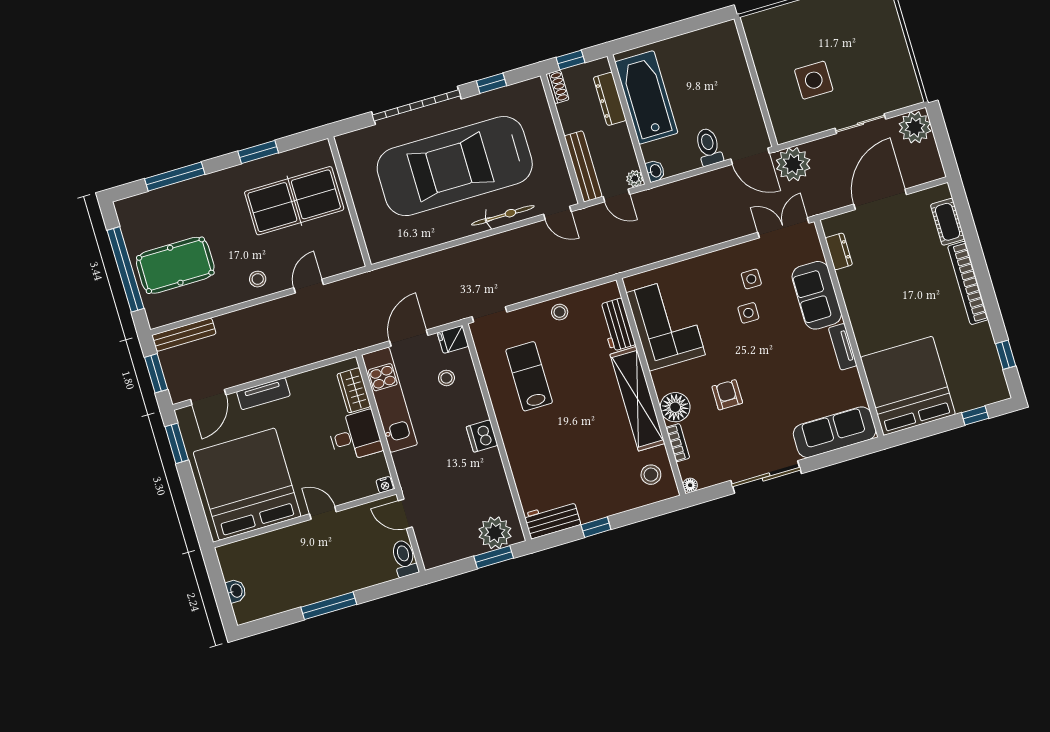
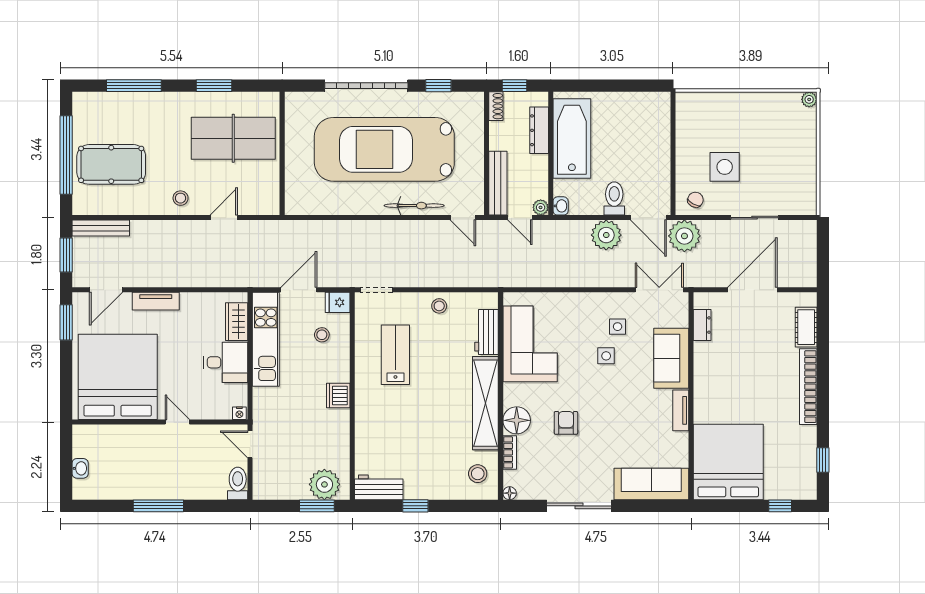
chair: (793, 123) -> (695, 200), added
plant: (915, 127) -> (606, 235), moved

